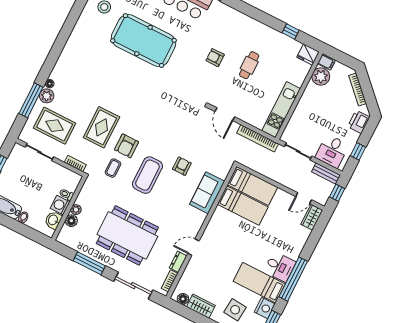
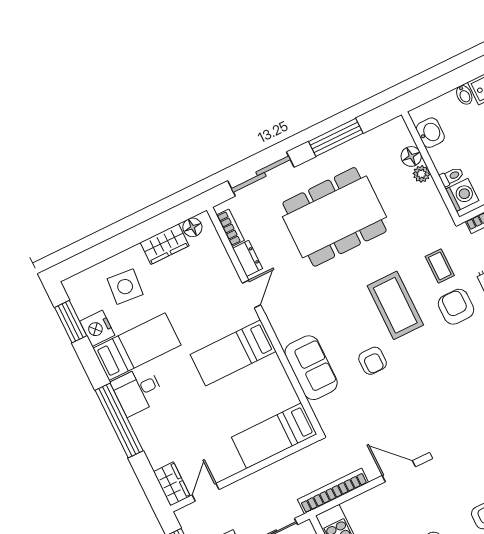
washing machine: (60, 205) -> (462, 195), moved
bed: (243, 206) -> (233, 353), moved
window: (293, 279) -> (119, 421), moved

